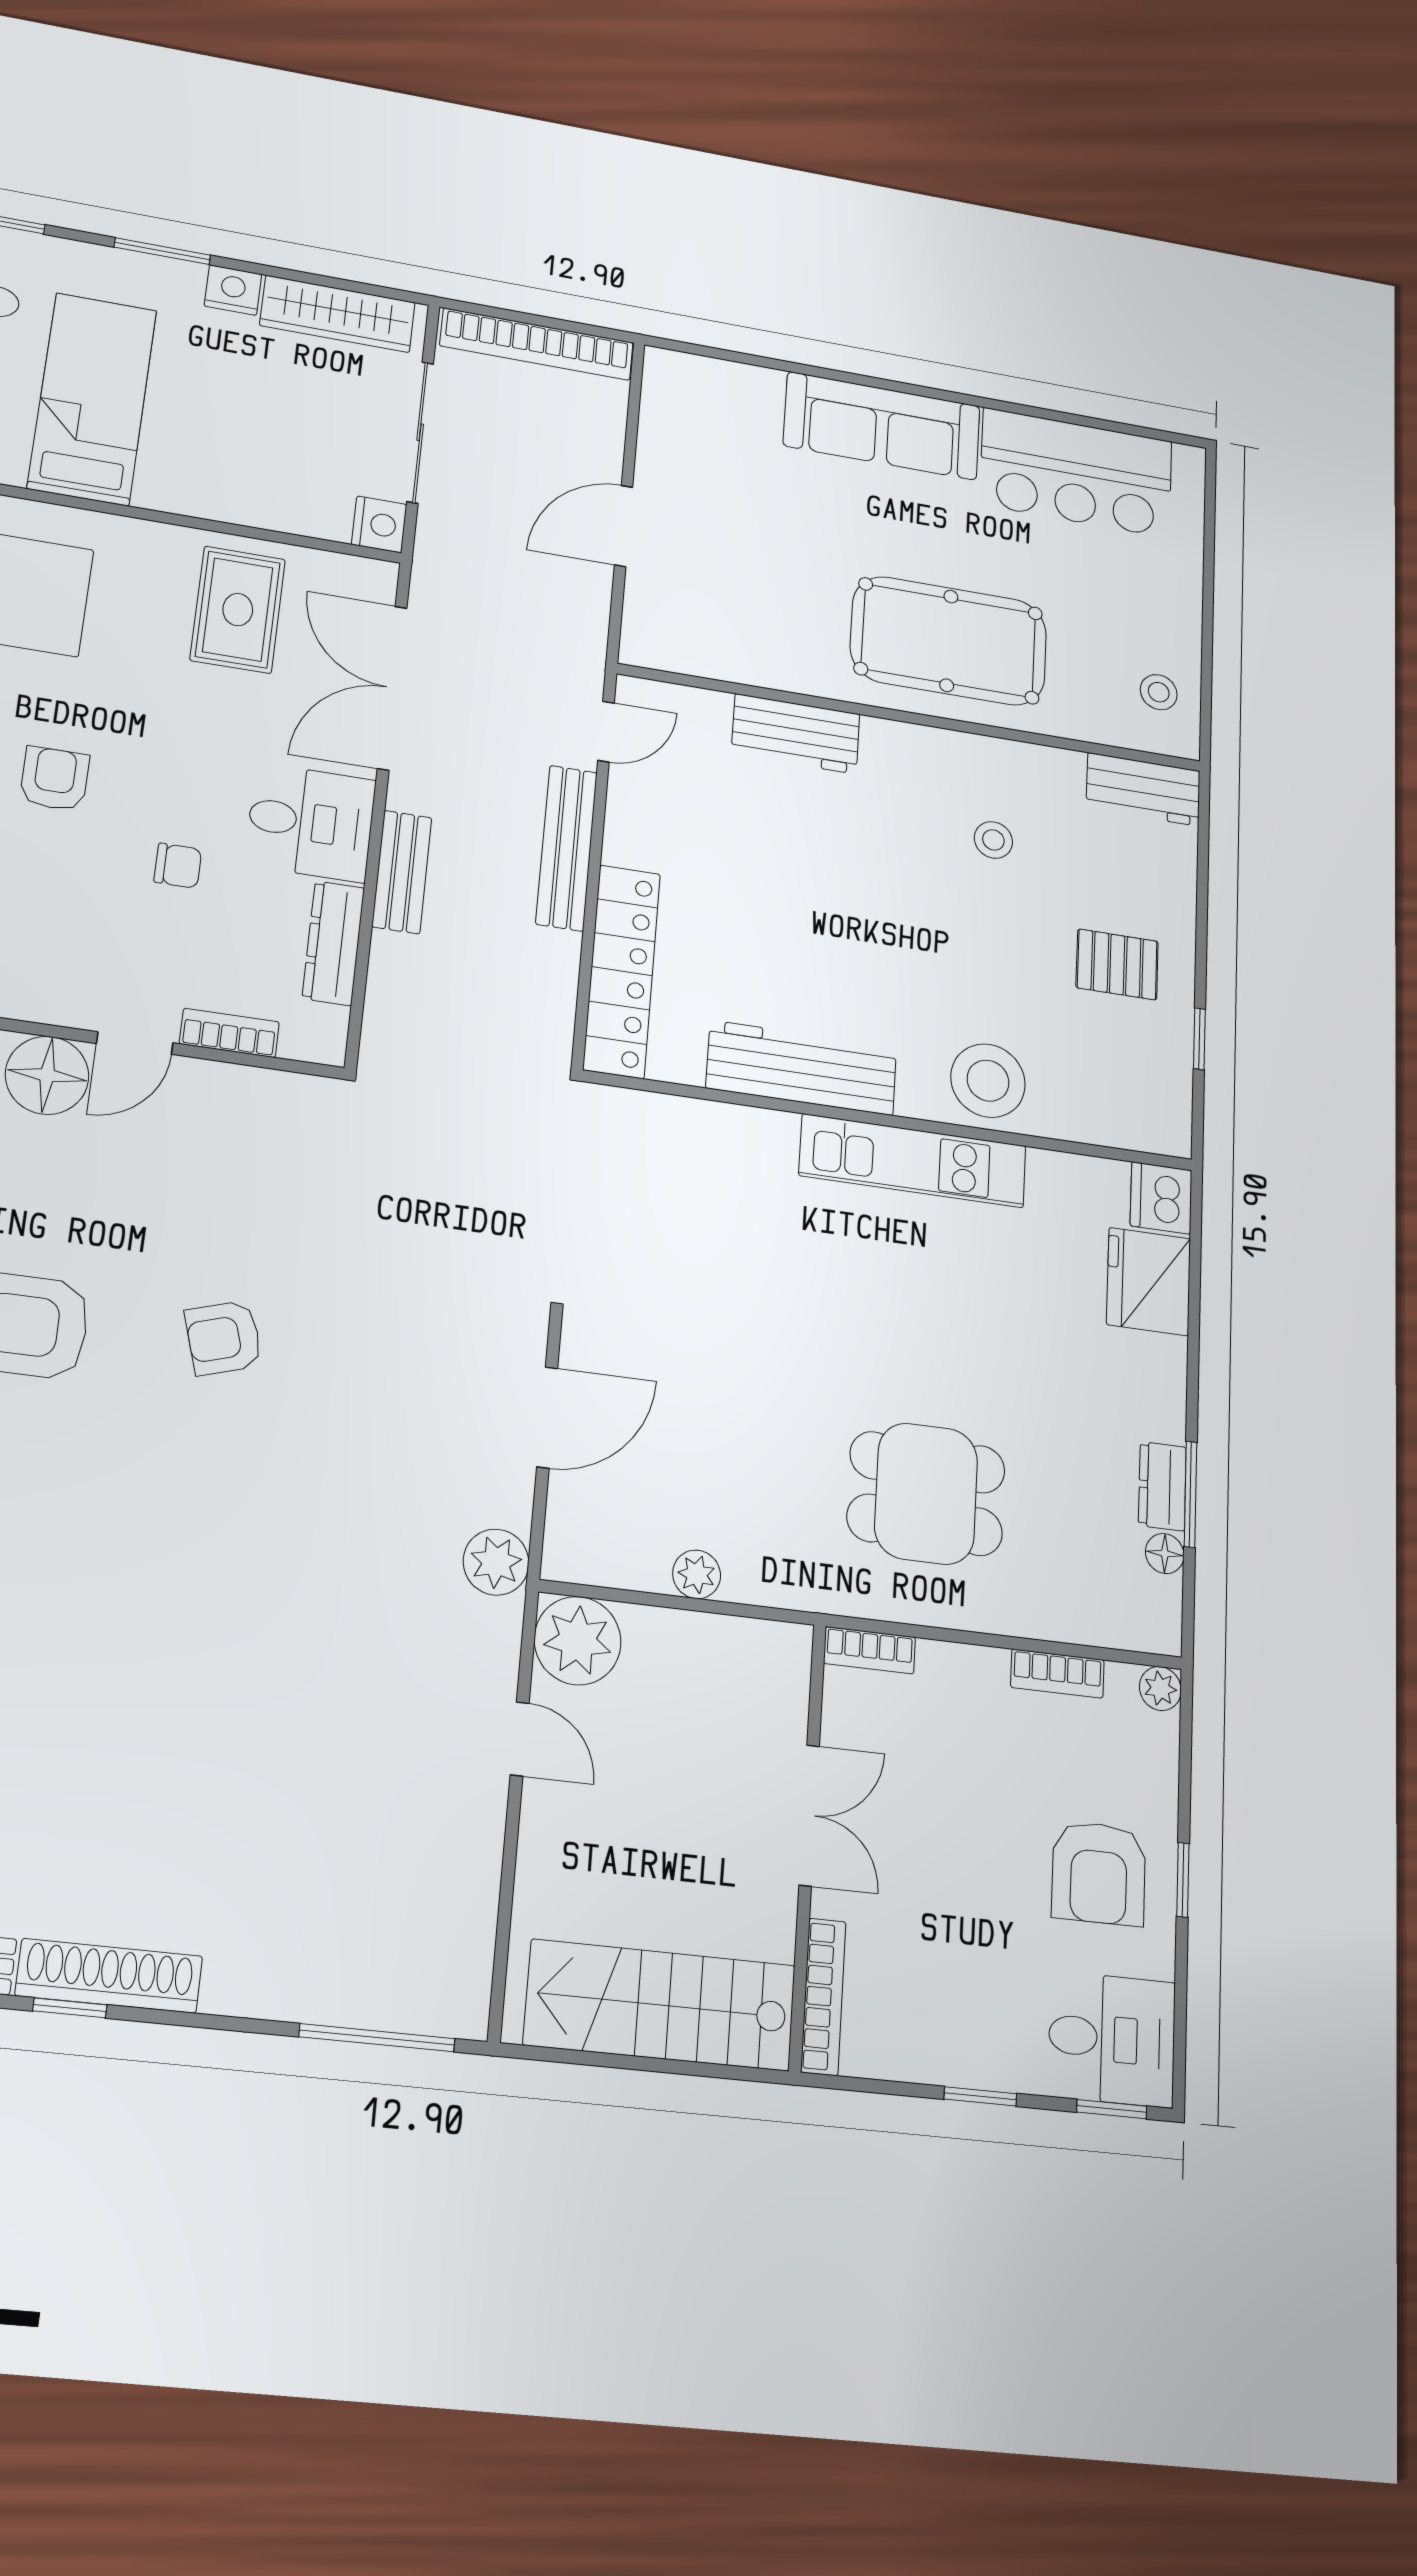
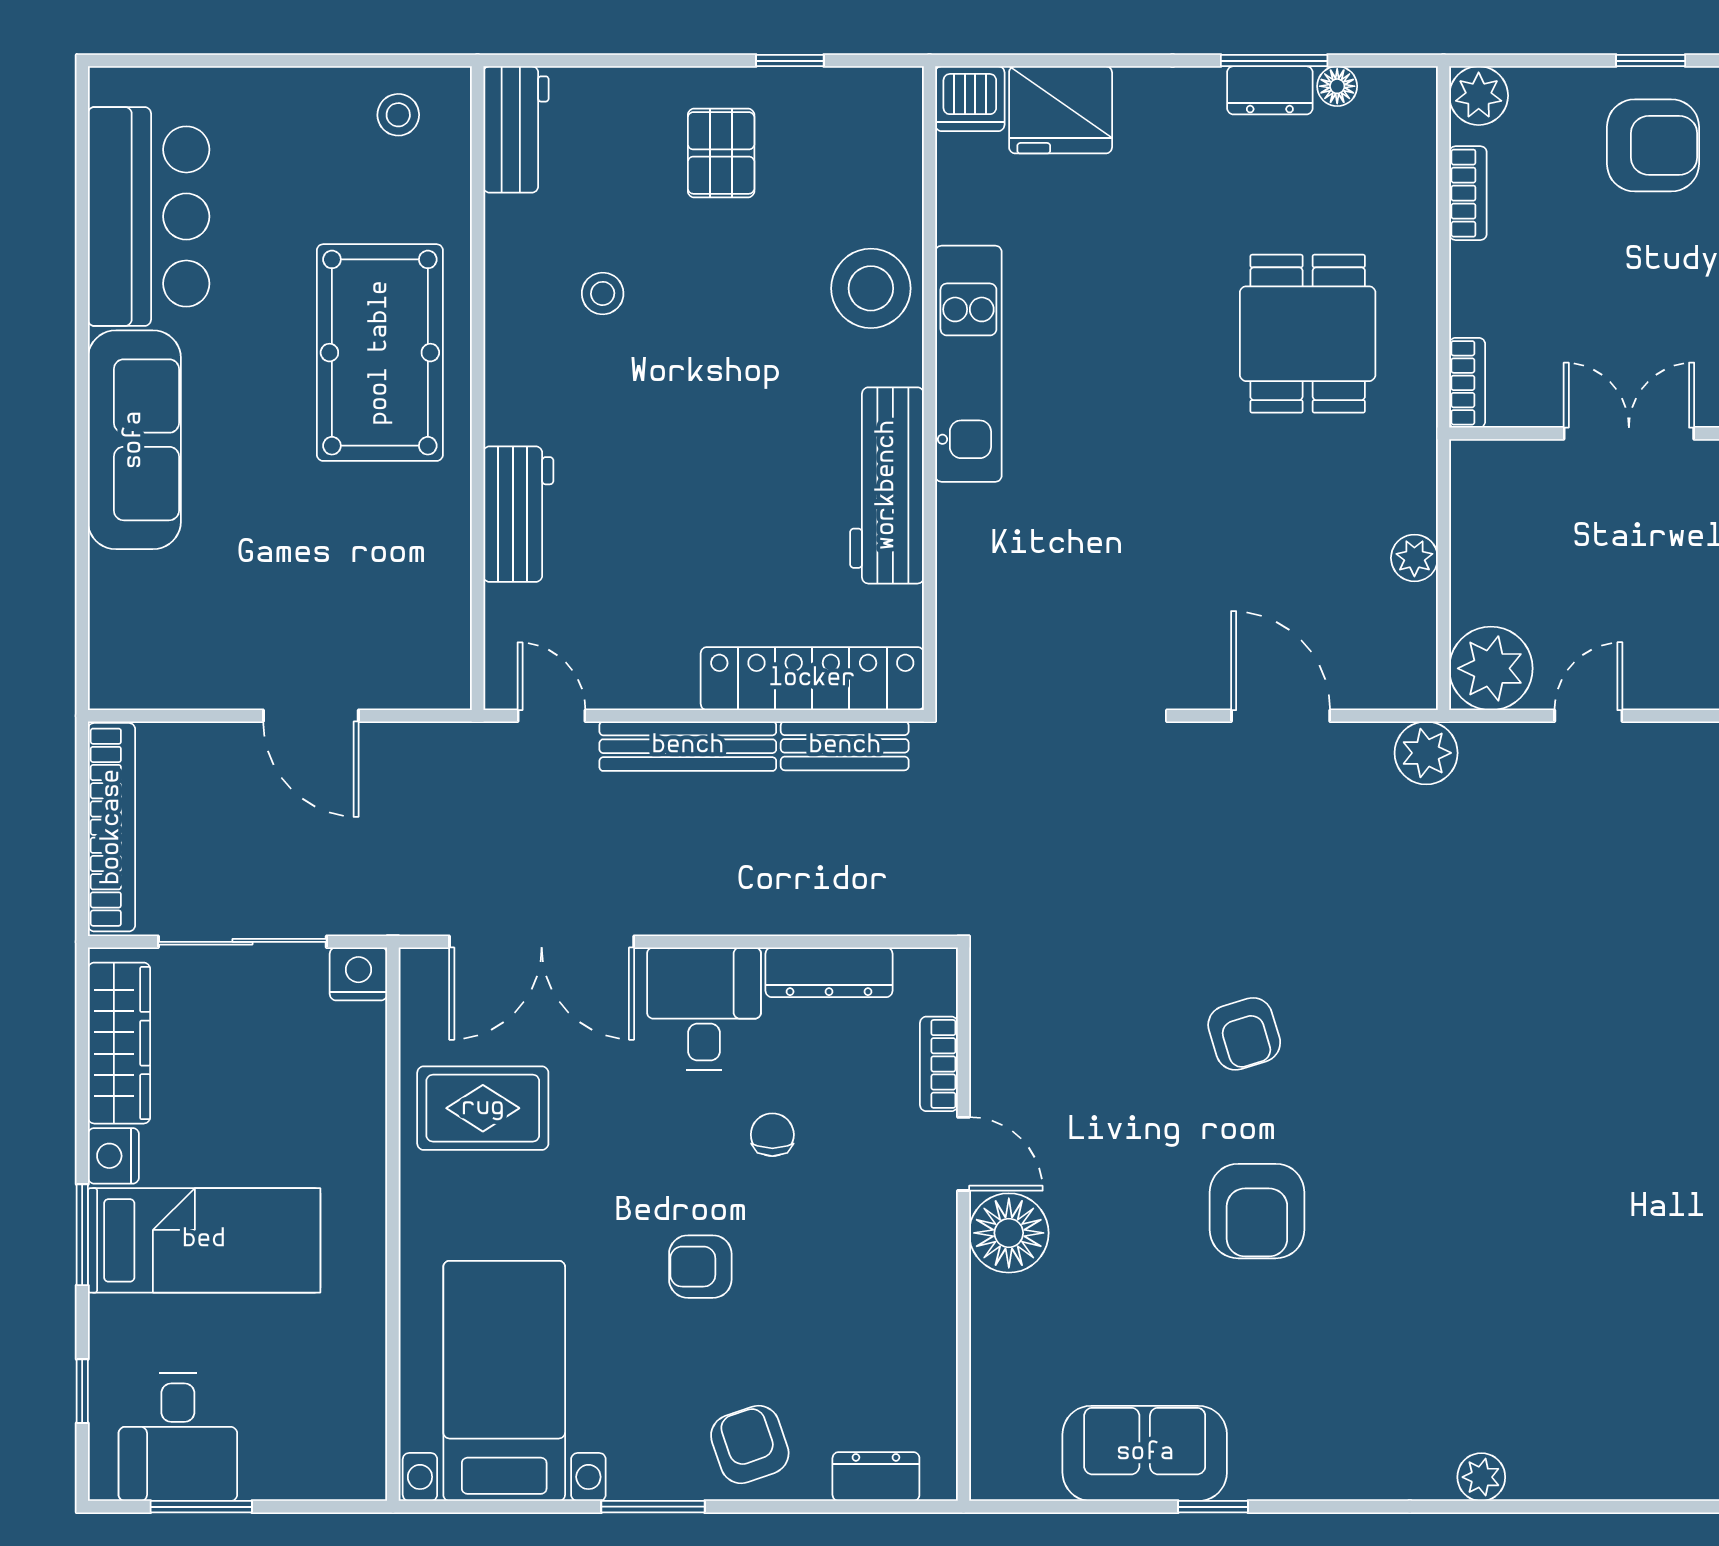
bed: (92, 399) -> (204, 1240), moved, turned 180
bench: (402, 872) -> (845, 746), moved
plant: (1160, 1689) -> (1479, 96), width x1.38, depth x1.38

